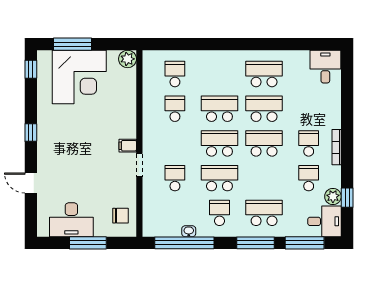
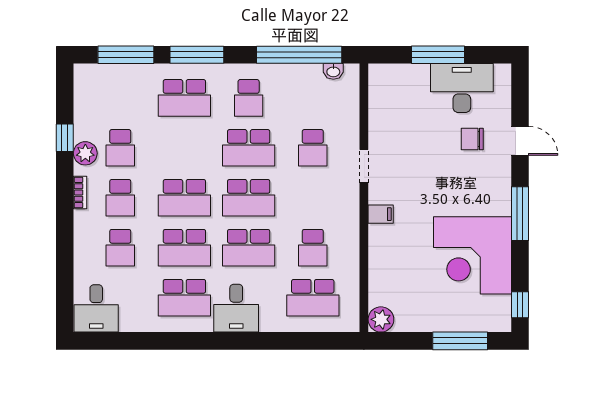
school desk: (175, 74) -> (313, 298), width x1.85
corner desk: (79, 77) -> (473, 255), moved, turned -90
school desk: (309, 109) -> (120, 248), added
window: (31, 133) -> (520, 214), width x2.17
filing cabinet: (128, 146) -> (381, 214), moved
bookcase: (337, 147) -> (80, 192), width x0.64
plant: (333, 196) -> (85, 153), moved
window: (347, 198) -> (65, 138), moved
chair: (120, 216) -> (472, 139), moved
desk: (324, 221) -> (236, 308), moved, turned -90
washbasin: (189, 231) -> (333, 71), moved

